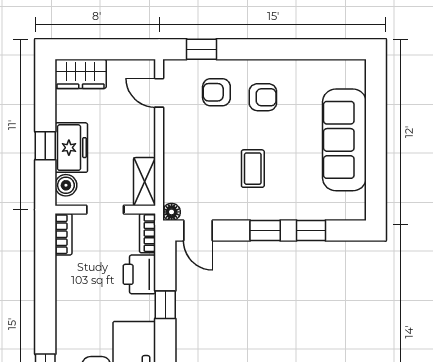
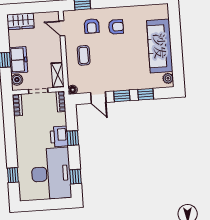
armchair: (216, 92) -> (92, 26), turned -90
coffee table: (253, 169) -> (84, 55), moved
plant: (356, 203) -> (168, 78), added
door: (198, 230) -> (98, 98), moved
printer: (139, 274) -> (59, 136), moved

